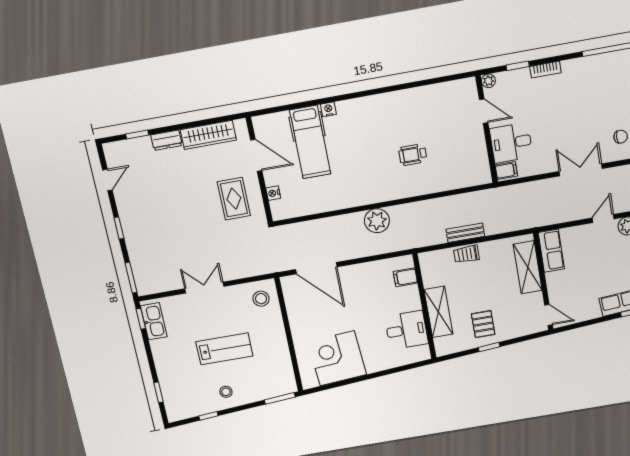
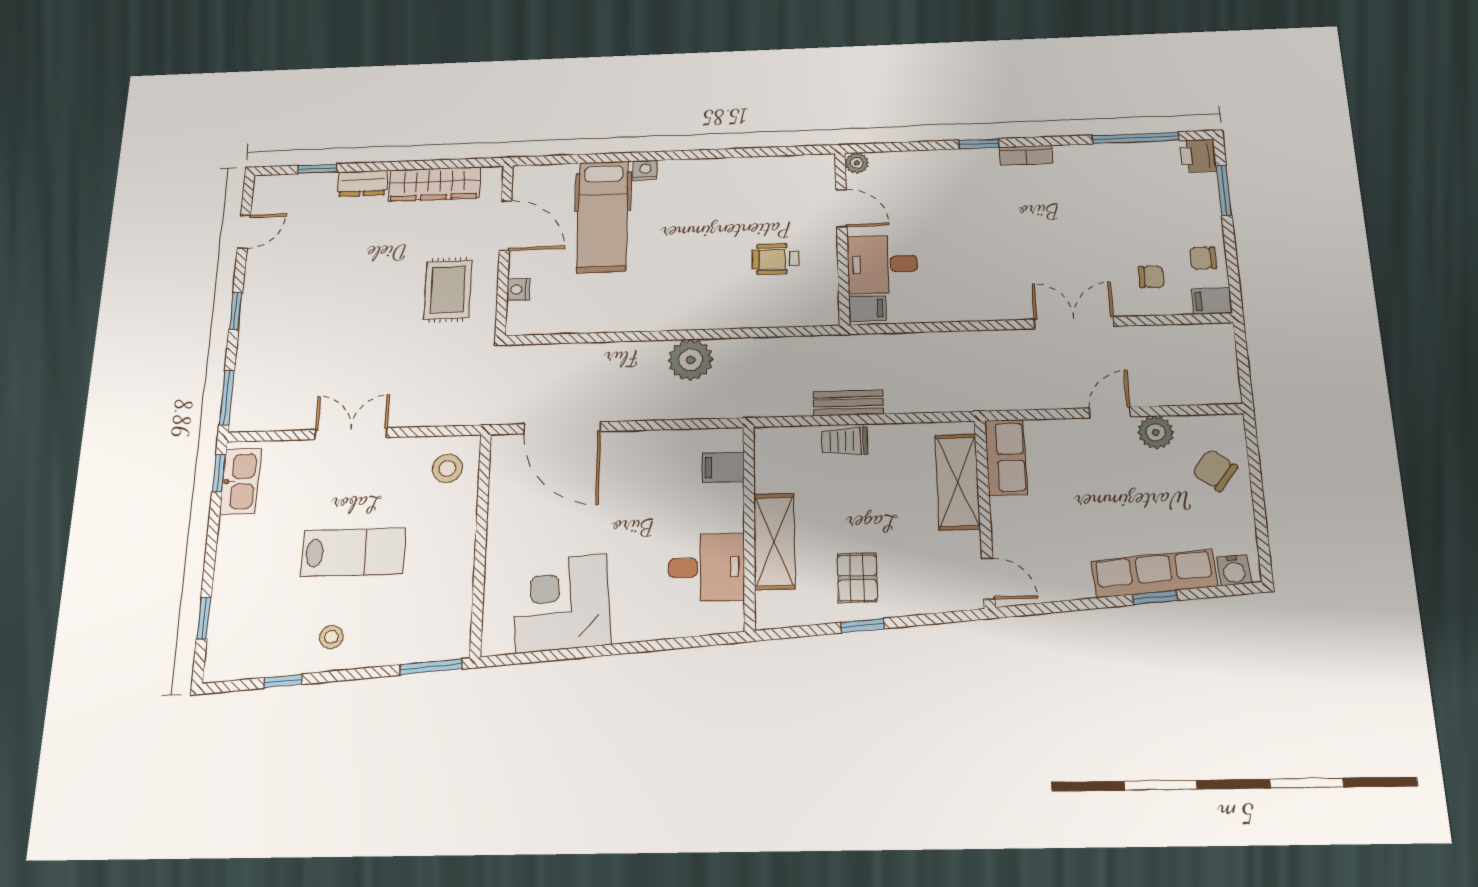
plant: (488, 81) -> (857, 163), moved
door: (484, 111) -> (841, 208), moved
wall: (487, 130) -> (842, 238), moved
desk: (511, 143) -> (882, 264), moved
filing cabinet: (506, 171) -> (867, 309), moved

